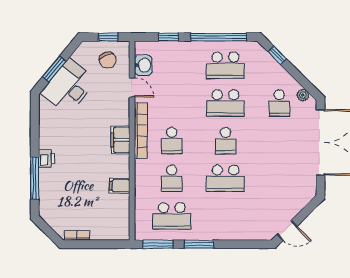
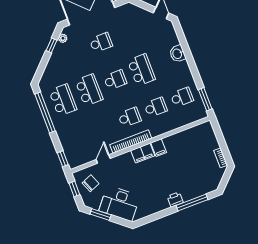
window: (168, 37) -> (63, 159), moved
window: (277, 55) -> (52, 45), moved
washbasin: (143, 65) -> (178, 54), moved, turned -90
window: (54, 69) -> (101, 215), moved
school desk: (279, 103) -> (101, 43), moved
filing cabinet: (120, 186) -> (159, 148), moved
school desk: (172, 216) -> (182, 97), width x0.54
window: (199, 244) -> (194, 71), removed

